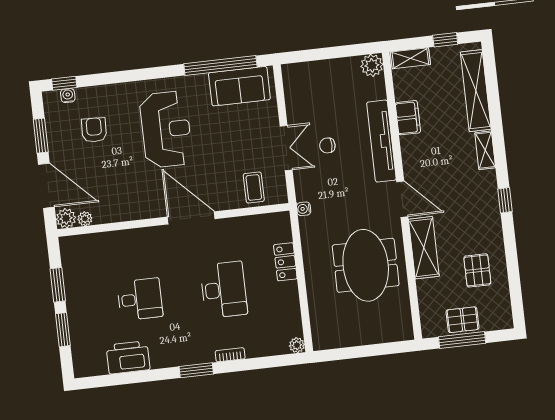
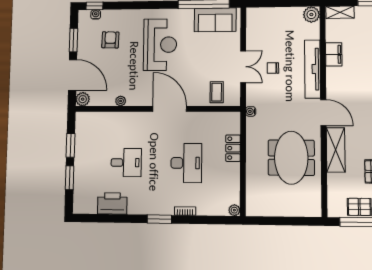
plant: (85, 219) -> (121, 101), moved

